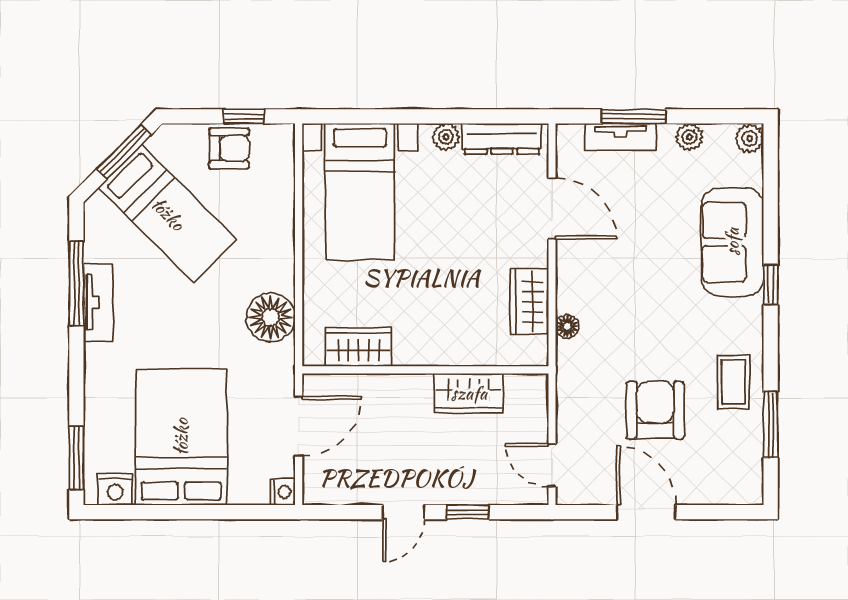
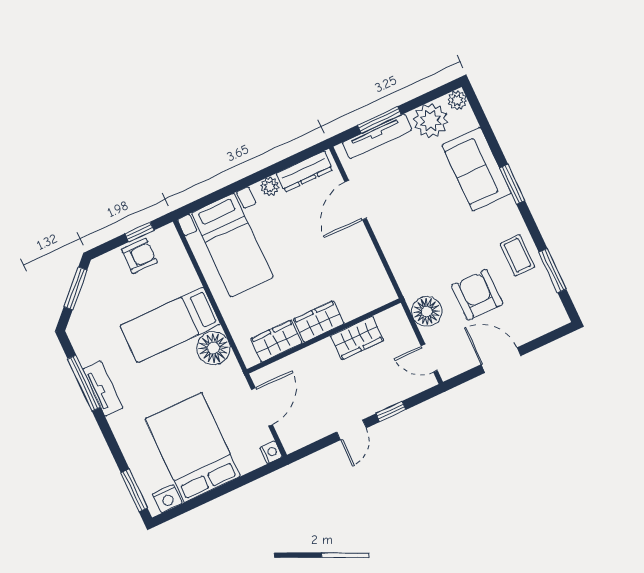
tv unit: (620, 137) -> (377, 136), width x1.41
plant: (689, 137) -> (431, 121), width x1.88, depth x1.88
door: (552, 208) -> (356, 200), swing flipped
bed: (168, 214) -> (170, 325), moved, turned 135
window: (771, 285) -> (512, 184), width x1.50
wardrobe: (529, 302) -> (319, 321), moved, turned 90
floor lamp: (567, 326) -> (427, 311), moved, width x1.89, depth x1.89

